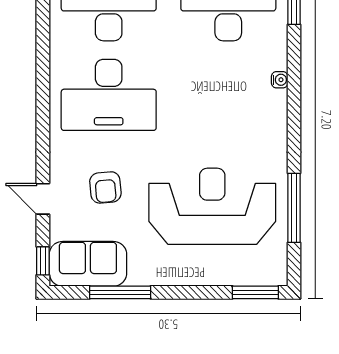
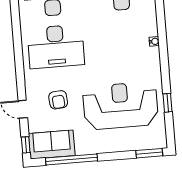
water cooler: (280, 80) -> (154, 41), moved
window: (294, 208) -> (168, 103), width x0.46
window: (120, 292) -> (72, 159), width x1.46

